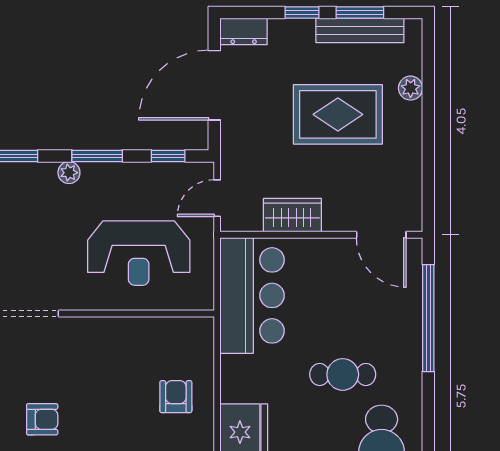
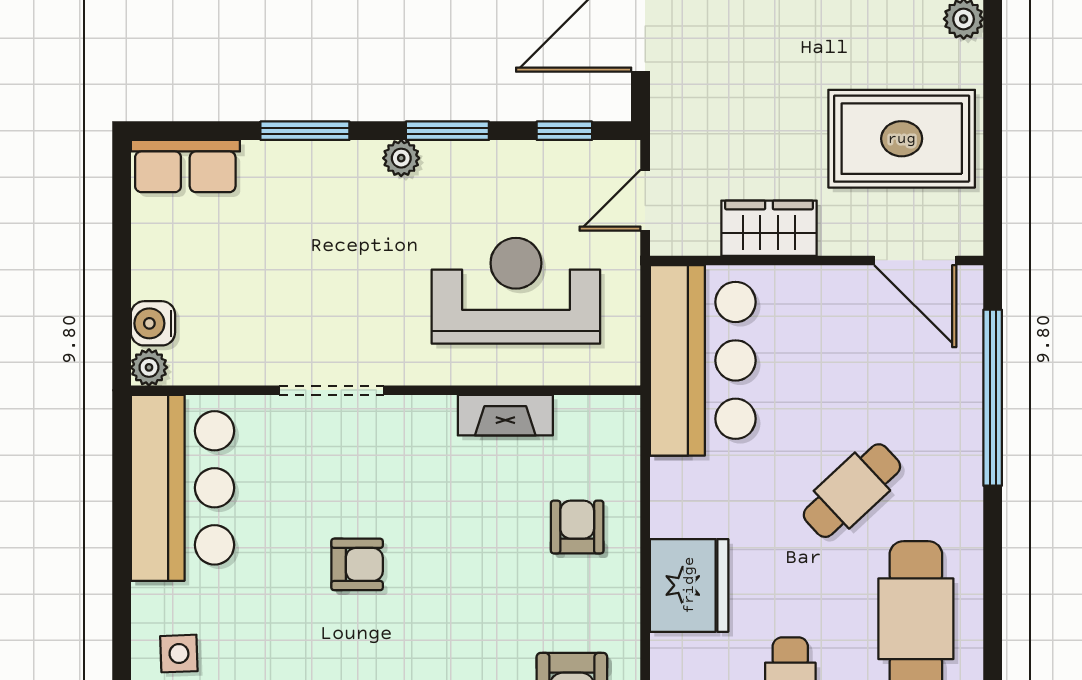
rug: (338, 114) -> (902, 139), moved
reception desk: (139, 253) -> (516, 291), turned 180
fireplace: (132, 329) -> (505, 415), added
cafe table: (343, 374) -> (852, 491), turned -43

